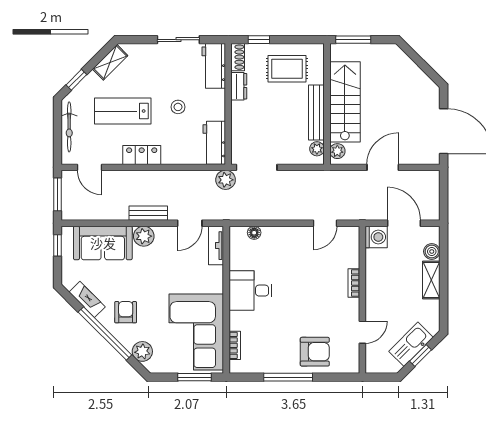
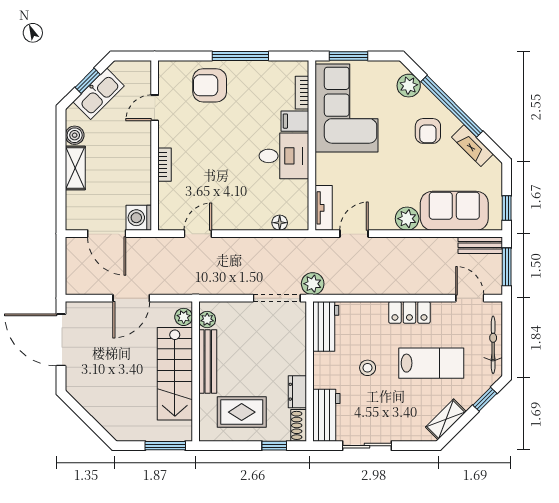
bench: (148, 213) -> (480, 245), moved
boiler: (432, 251) -> (75, 135), moved
filing cabinet: (241, 321) -> (295, 121), added

